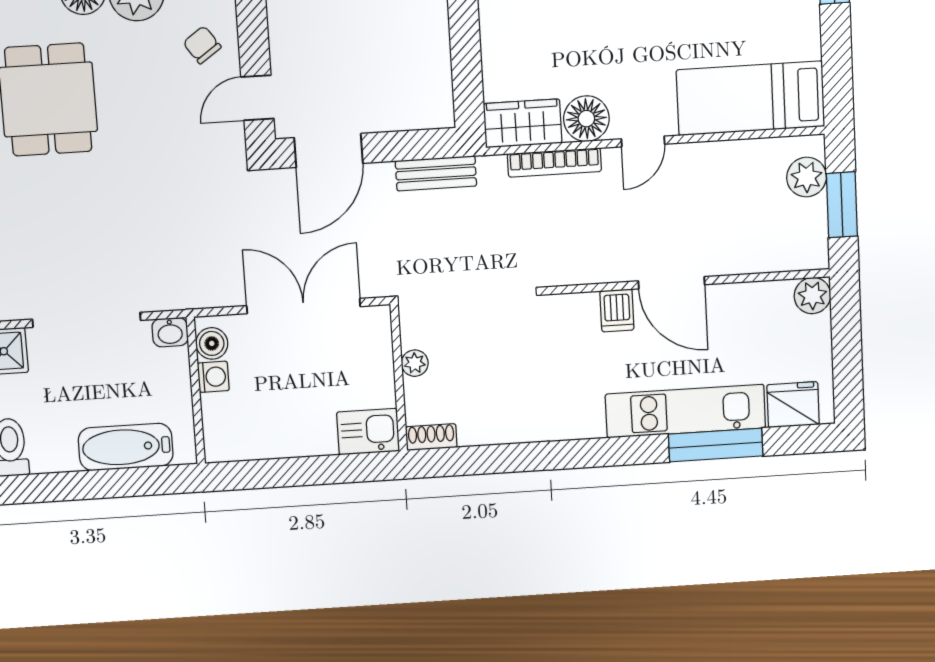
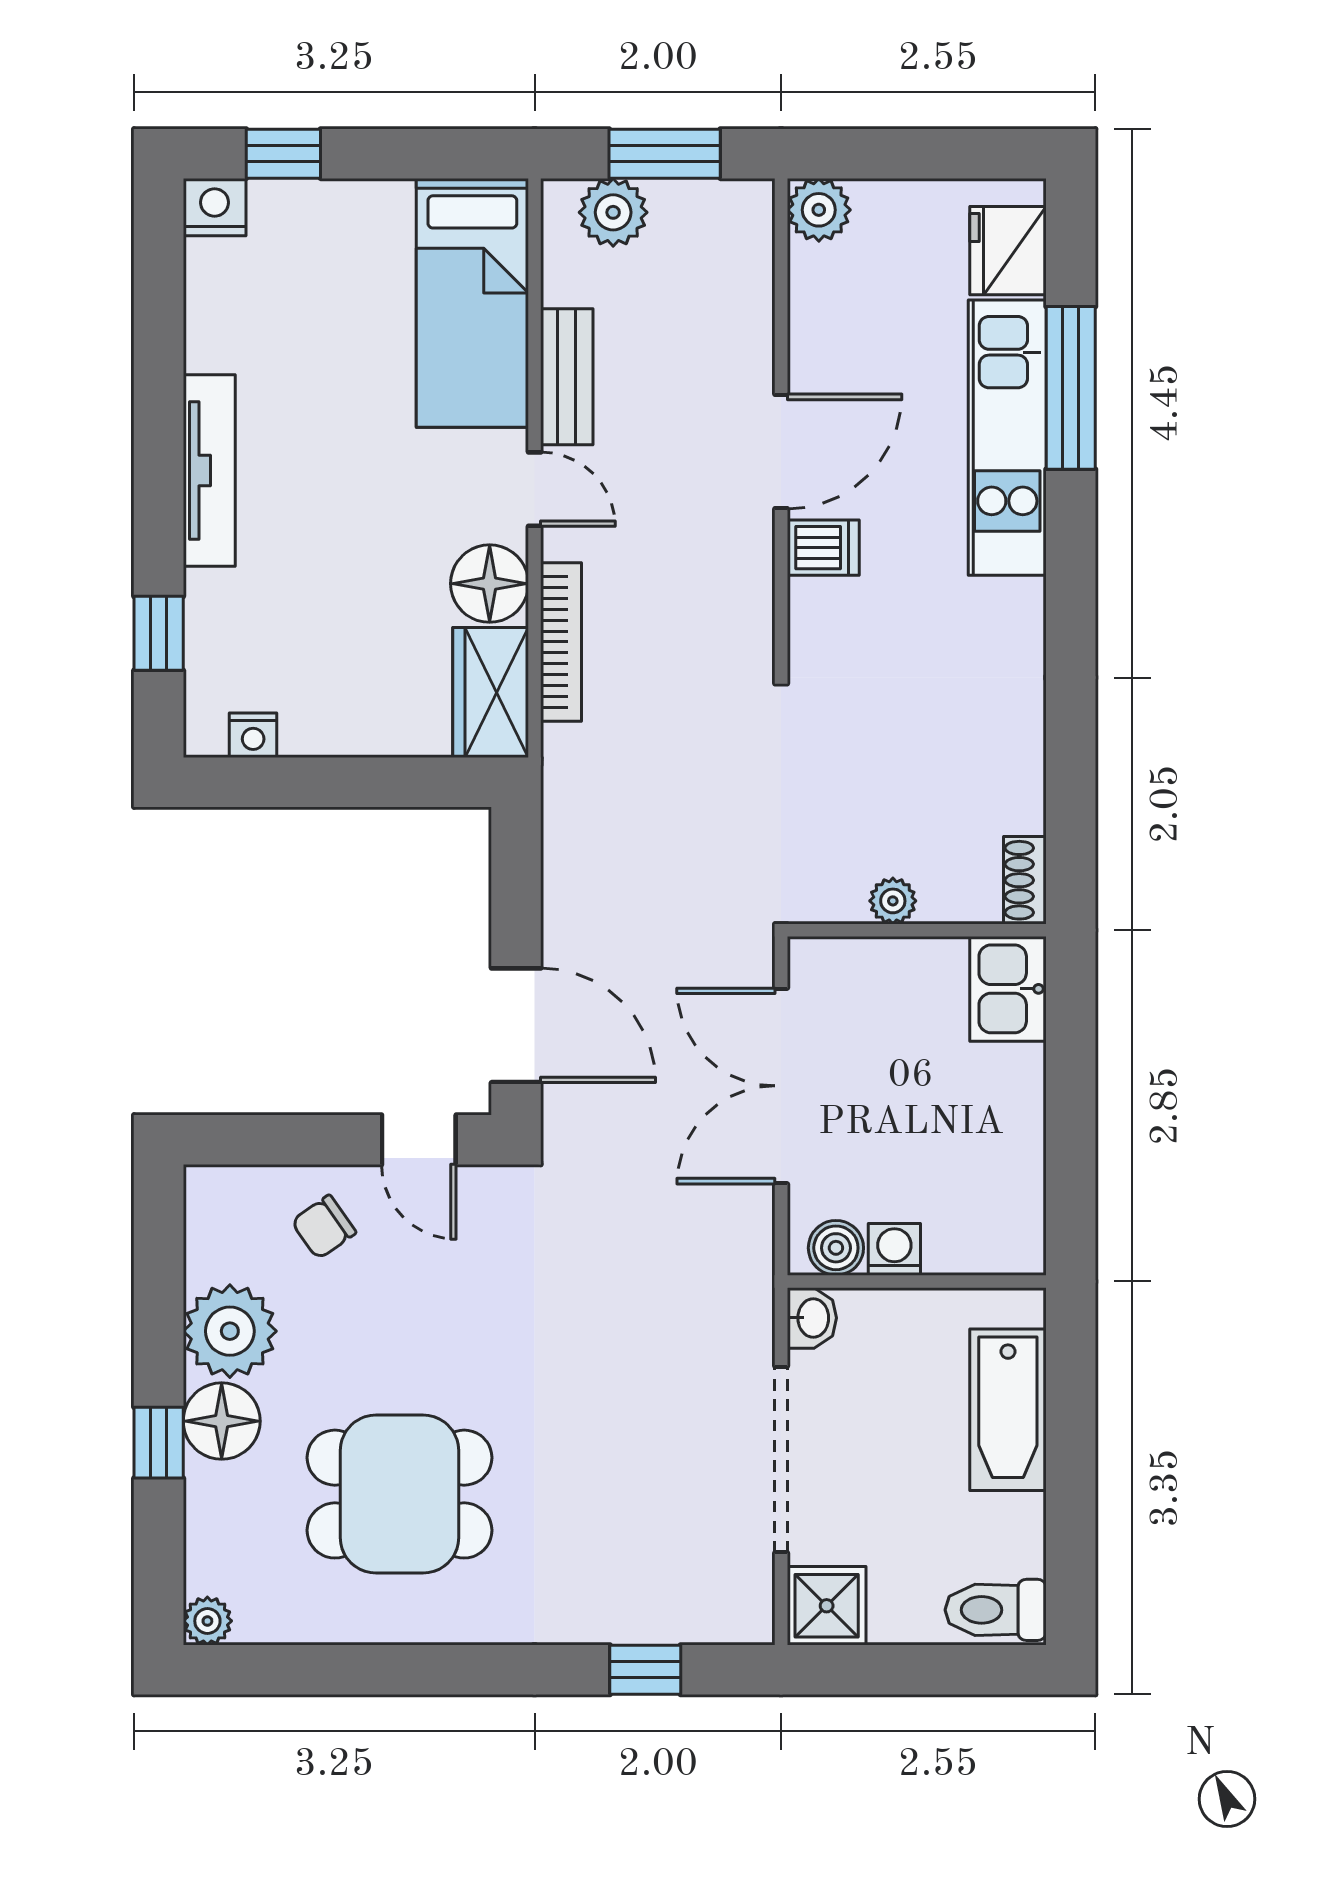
bench: (436, 173) -> (567, 377), moved

